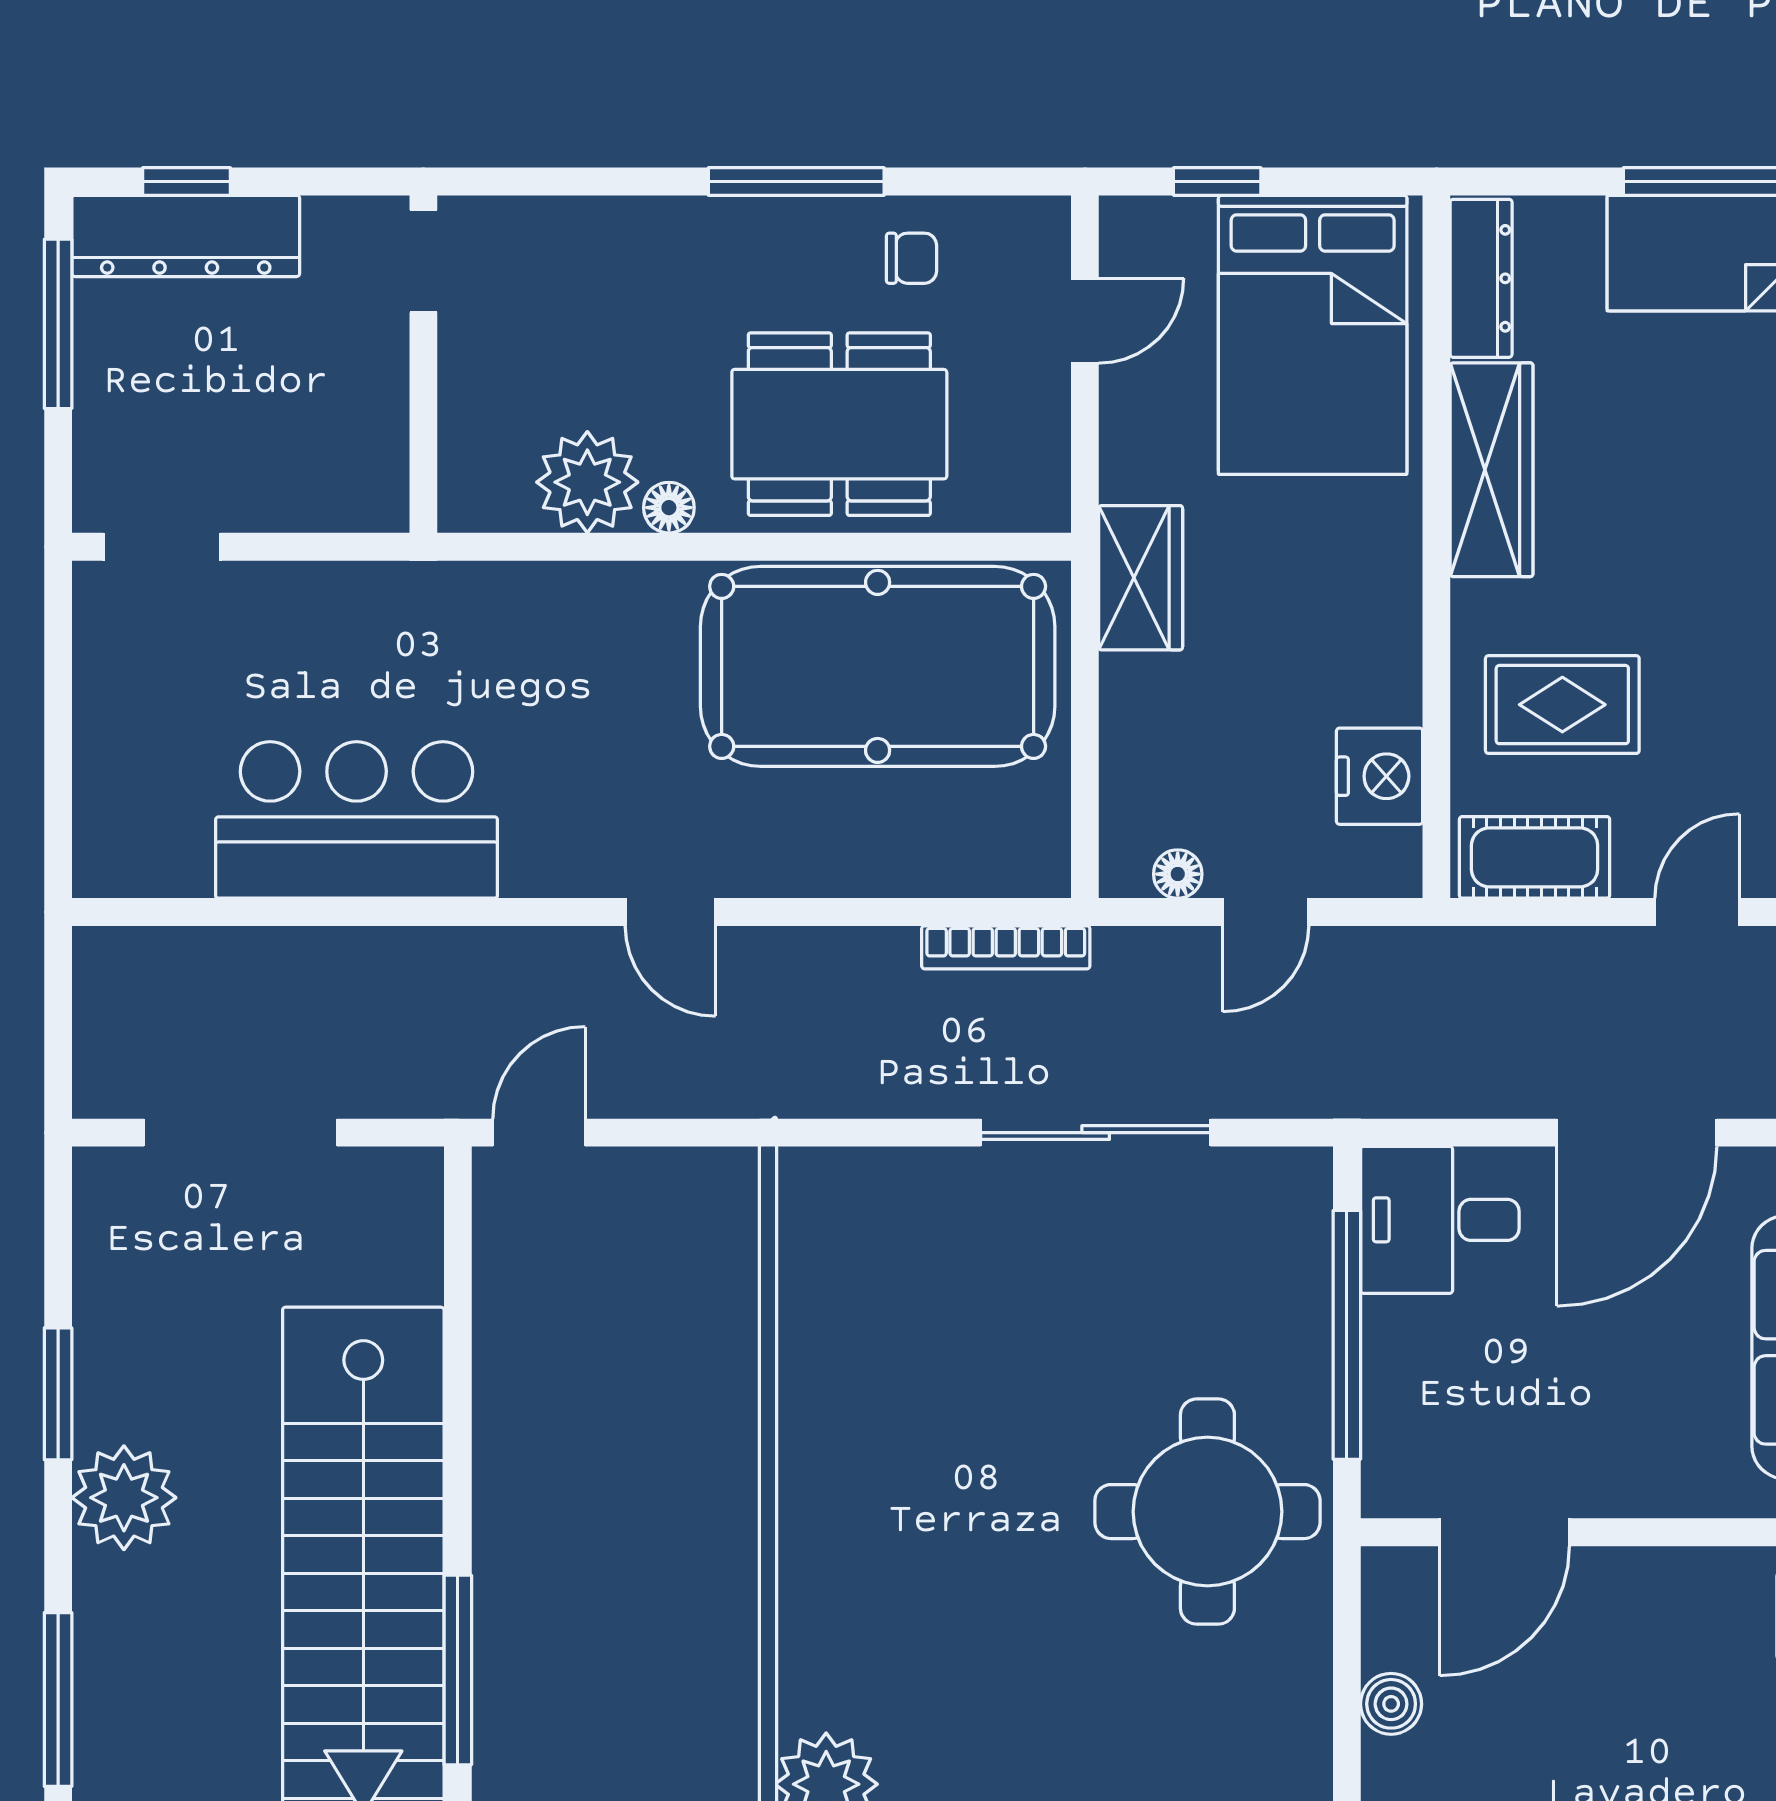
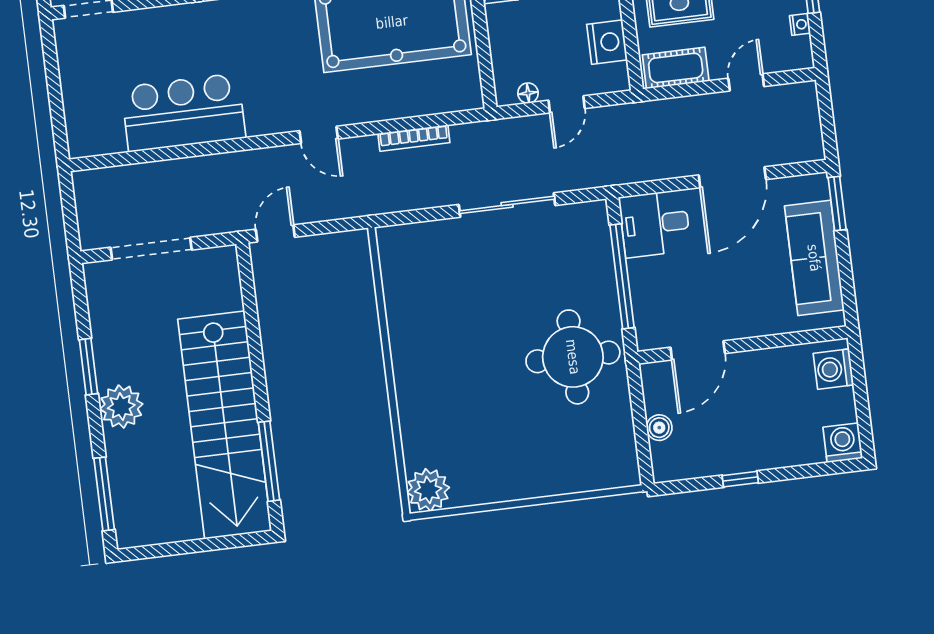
bookcase: (1006, 947) -> (414, 138), moved

